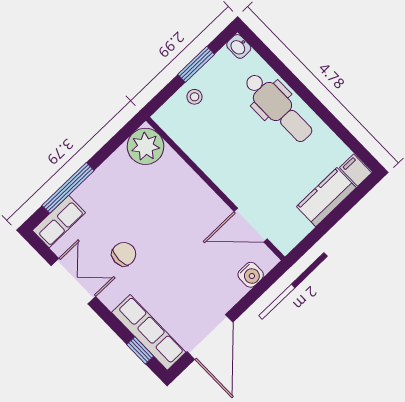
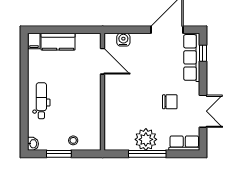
dental chair: (278, 107) -> (41, 101), width x0.73, depth x0.72
plant: (146, 146) -> (146, 139), moved
window: (68, 188) -> (147, 154), moved
chair: (124, 254) -> (170, 102), turned 180
double door: (73, 281) -> (203, 111), swing flipped

